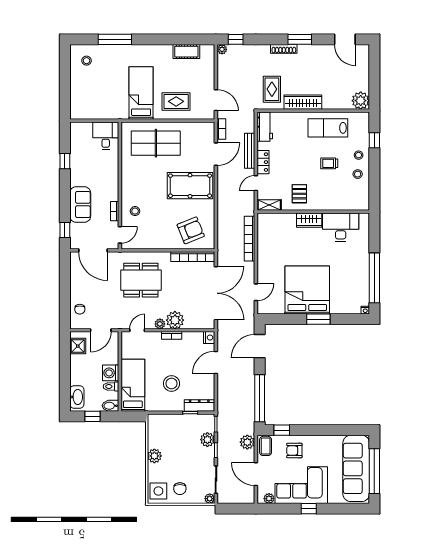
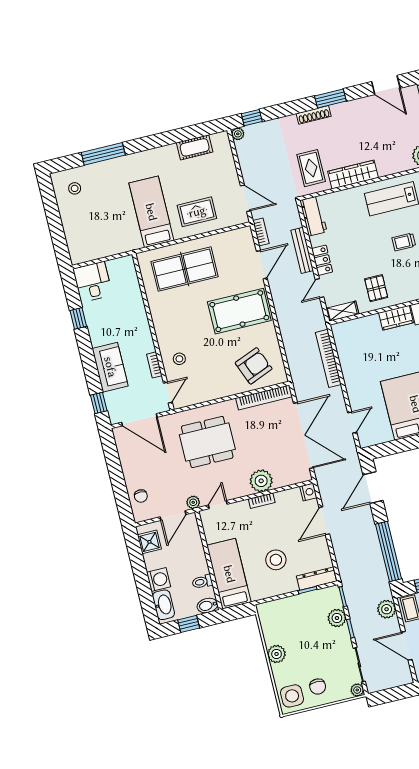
desk: (106, 136) -> (93, 282), moved
plant: (160, 324) -> (193, 502), moved
washing machine: (111, 373) -> (159, 580), moved, turned 180

